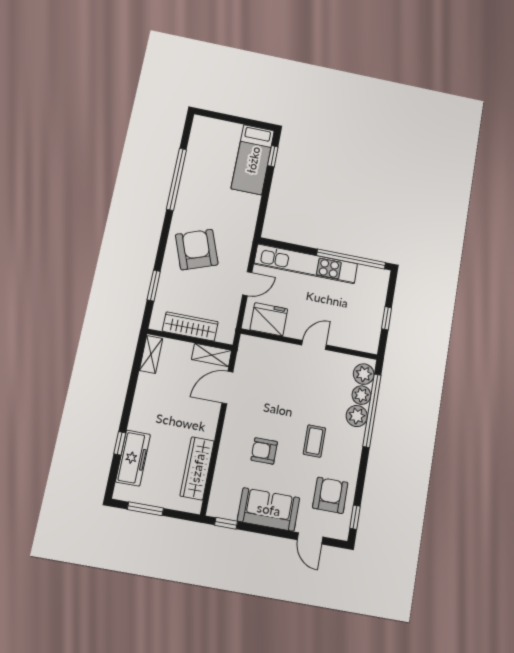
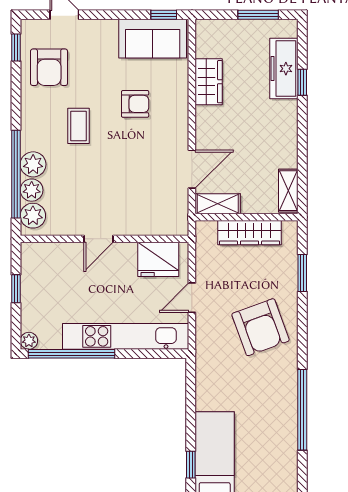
plant: (383, 276) -> (29, 341), added
wardrobe: (197, 468) -> (209, 82), width x0.67
sofa: (269, 509) -> (153, 39), moved

